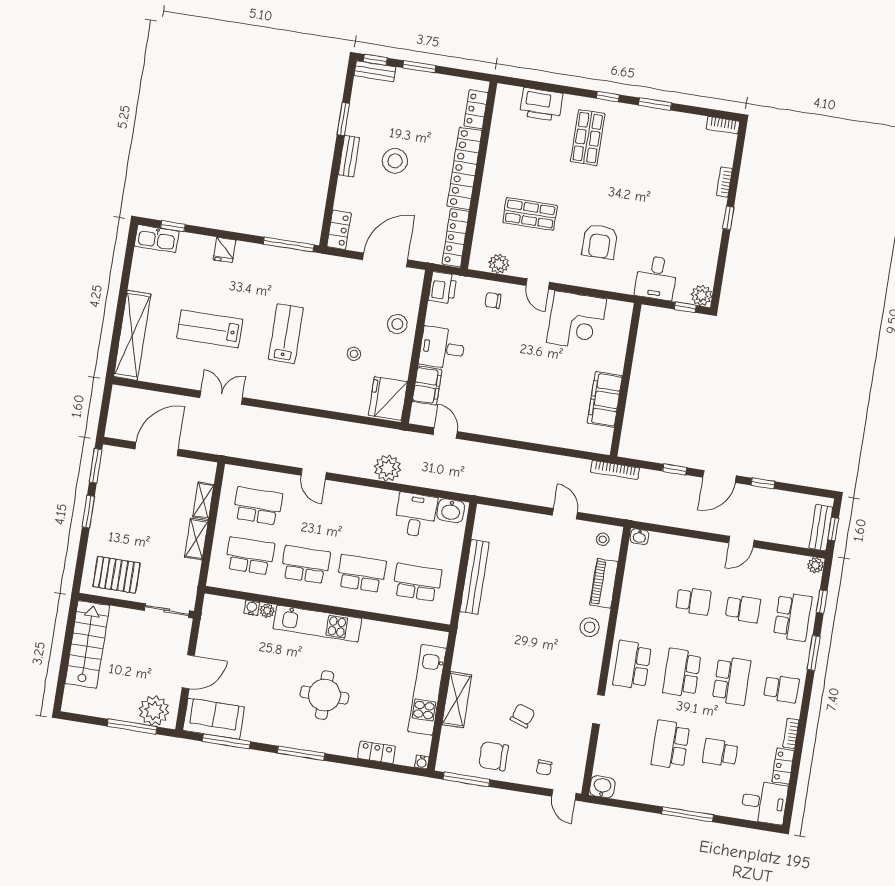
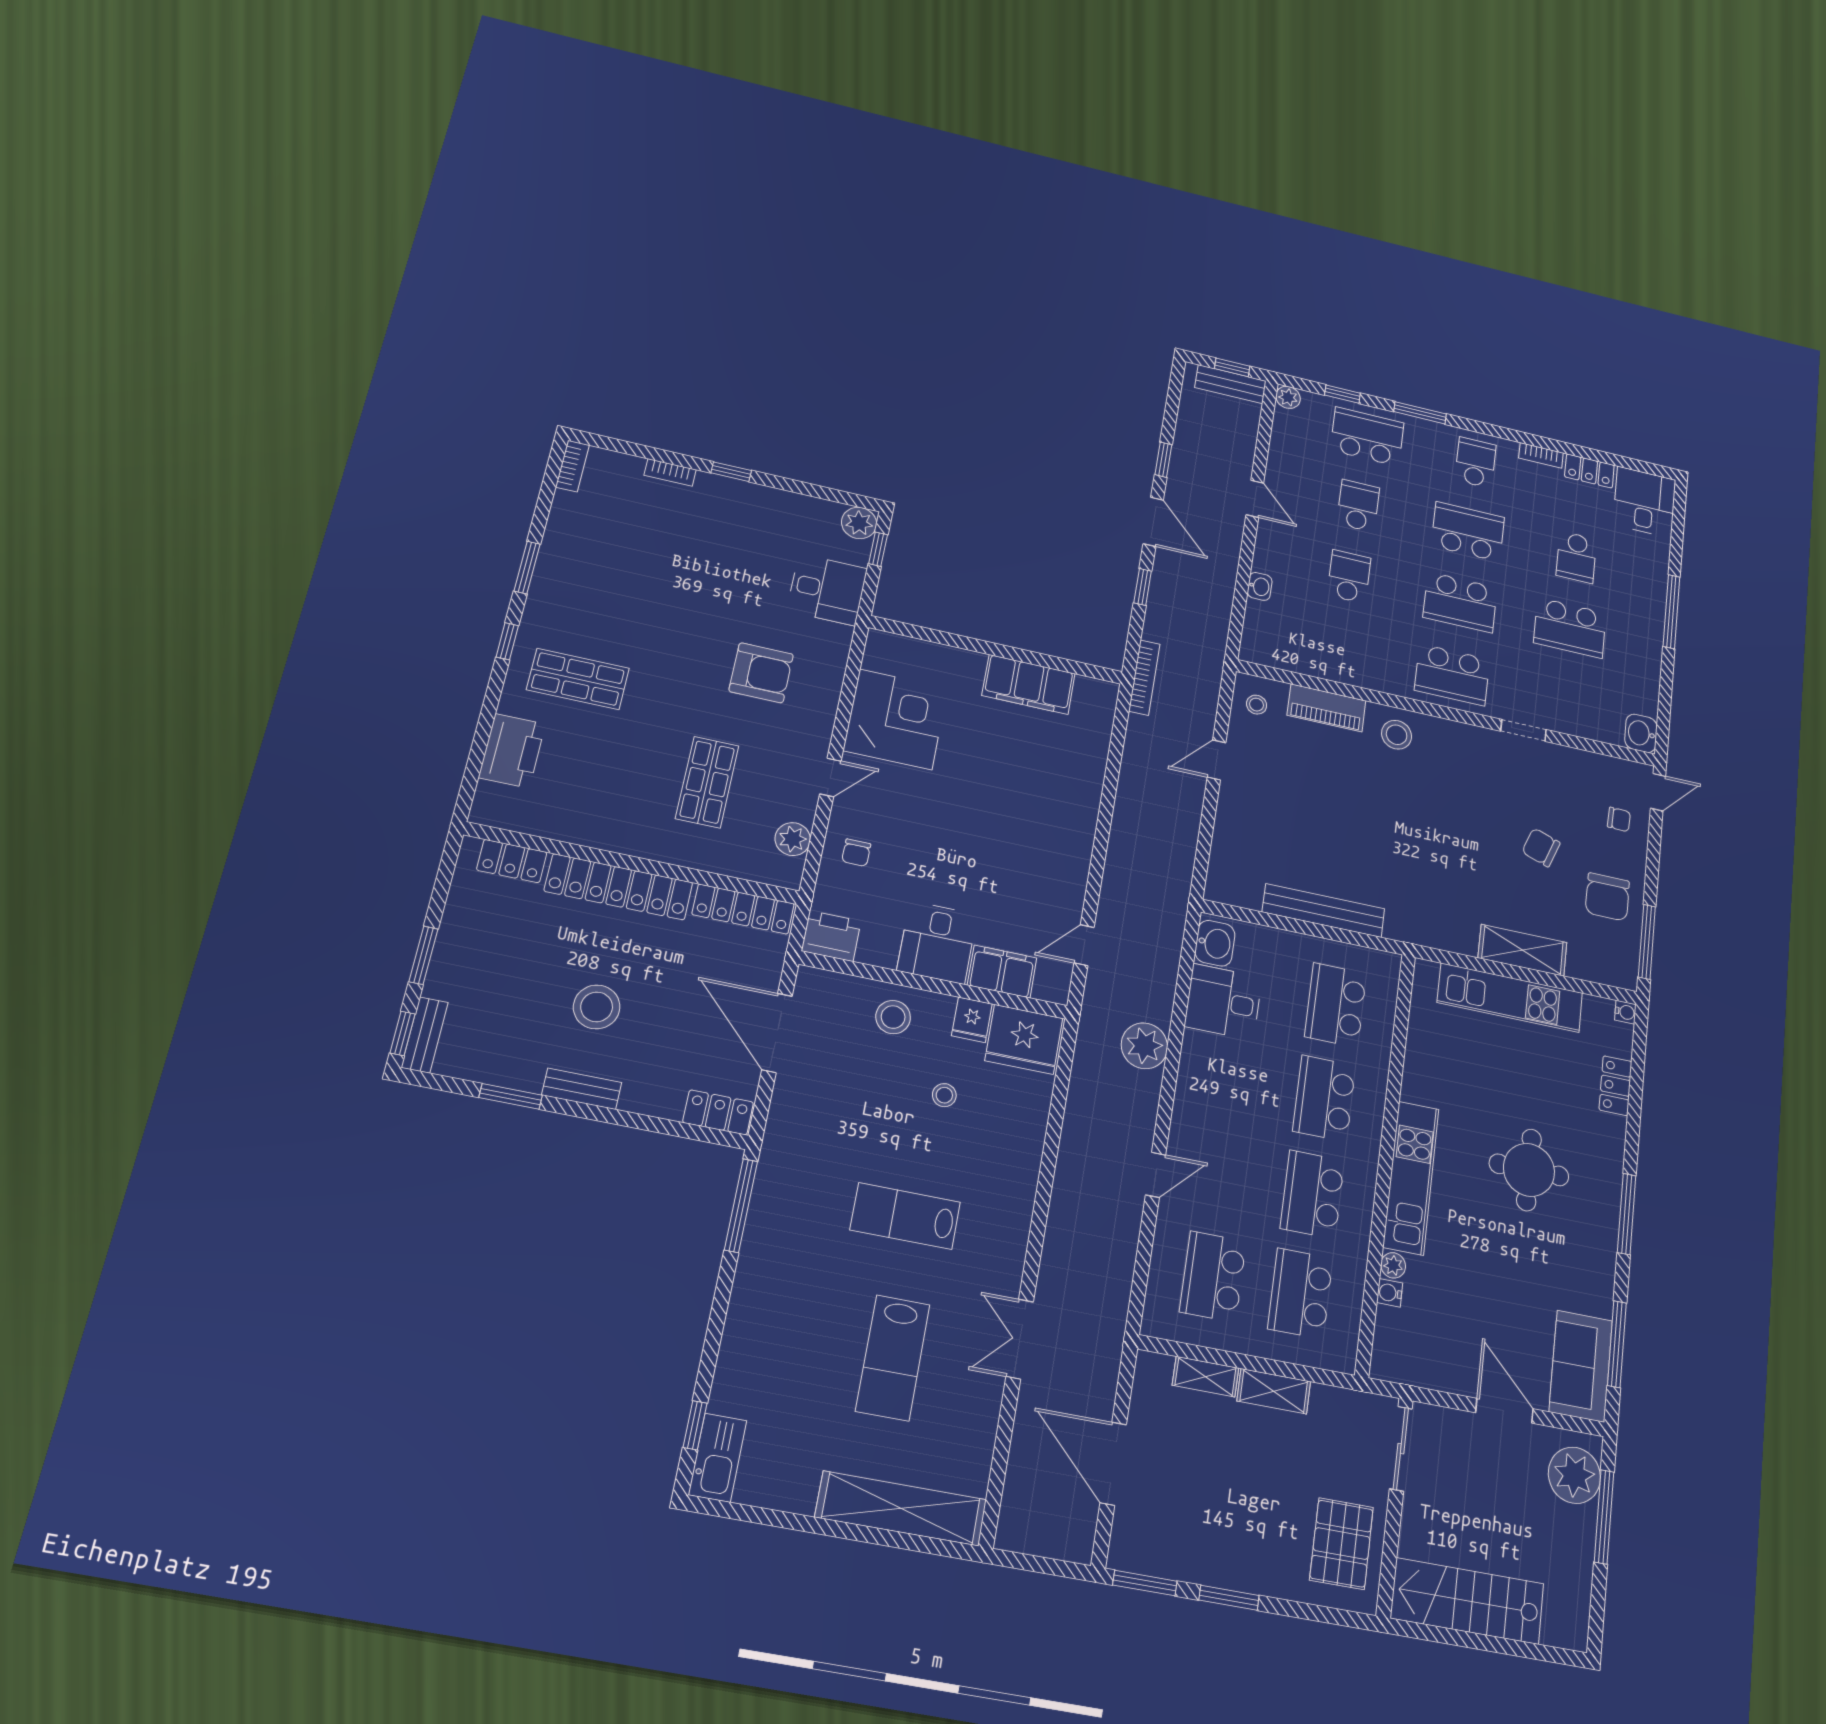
fridge: (225, 250) -> (972, 1020), moved, turned 90
washbasin: (639, 537) -> (1260, 586), moved

